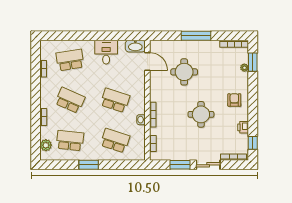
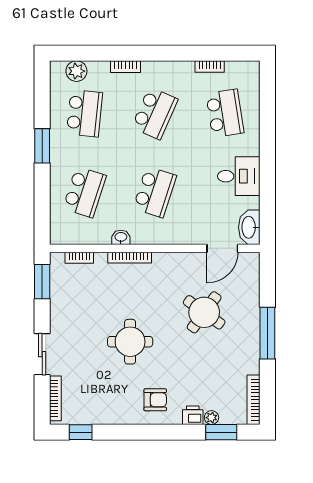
round table: (184, 72) -> (204, 312), turned 36
printer: (243, 127) -> (193, 415), moved
window: (180, 165) -> (42, 282), moved

